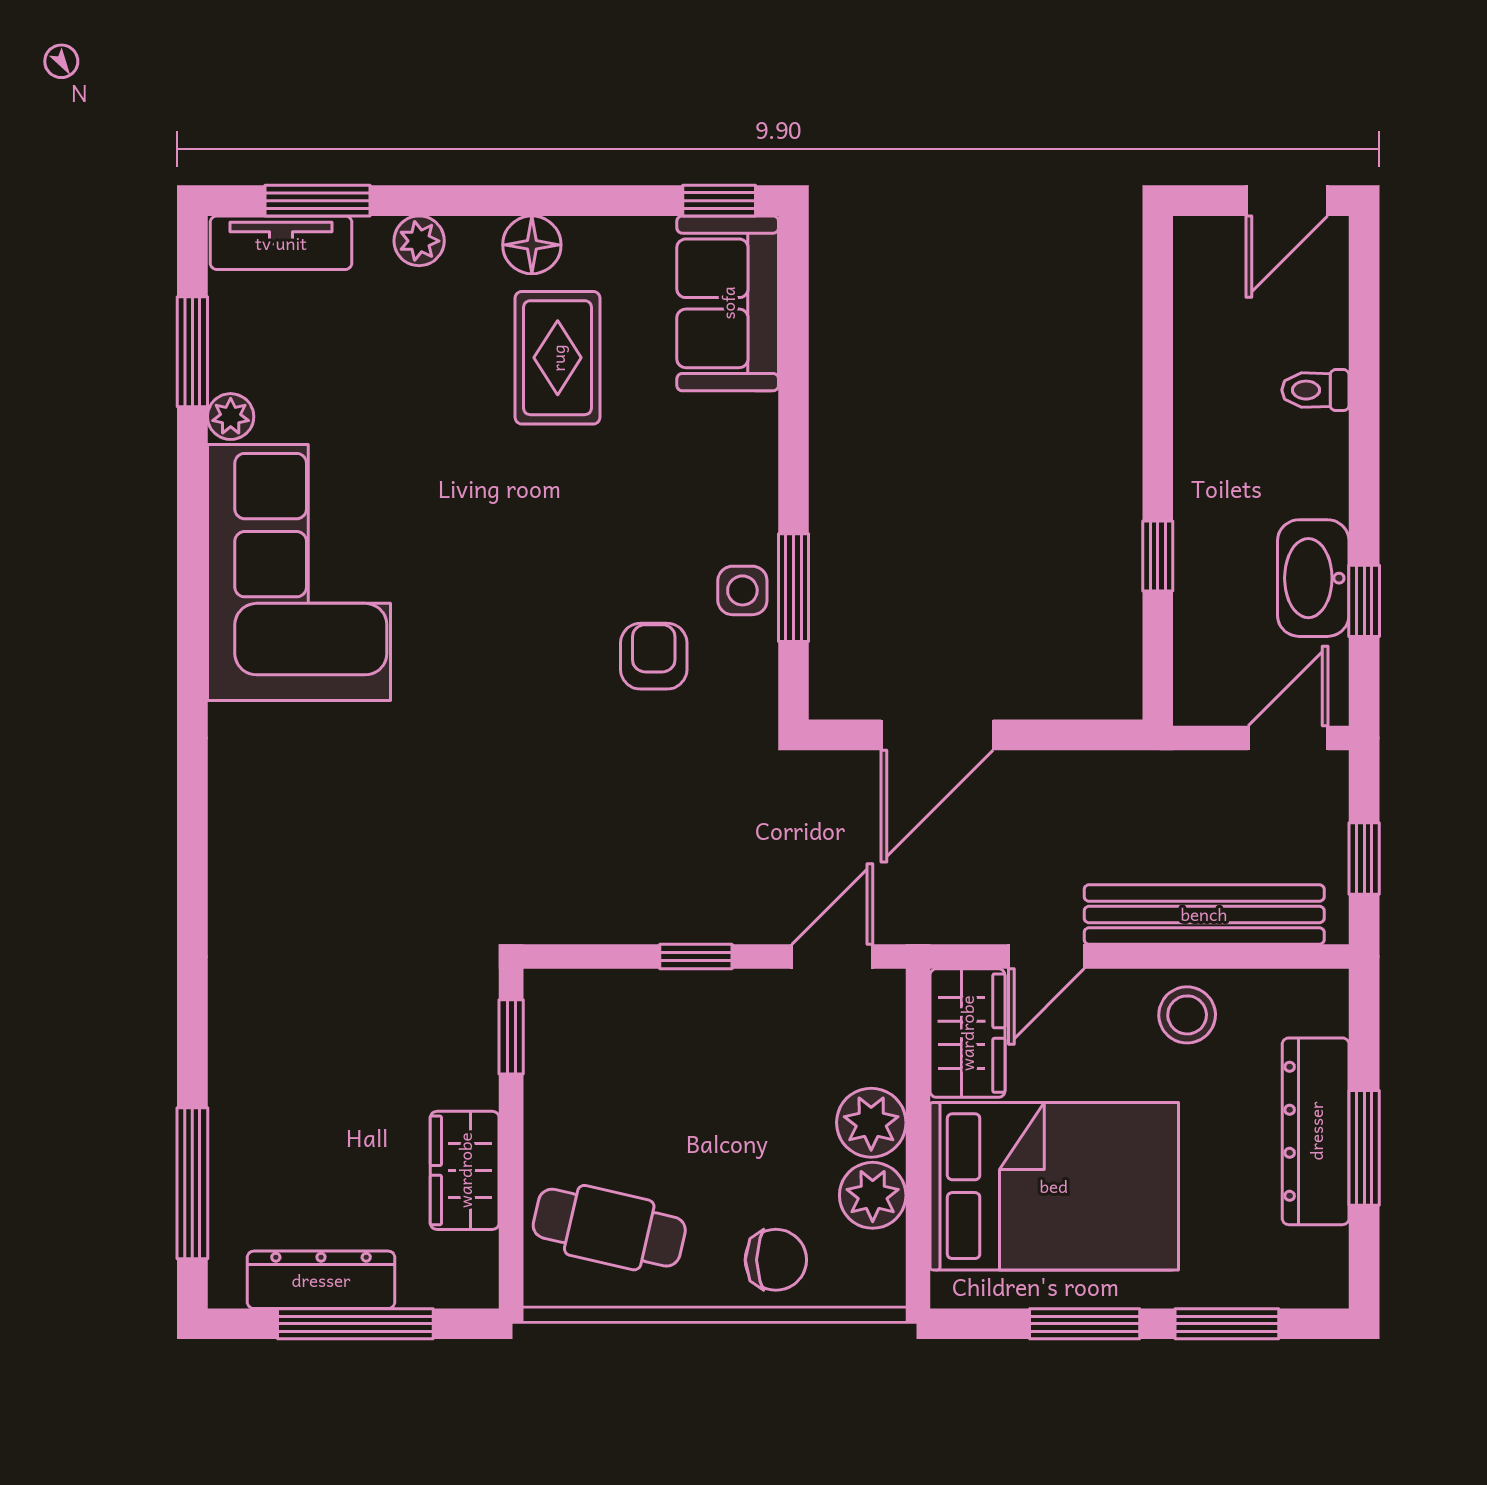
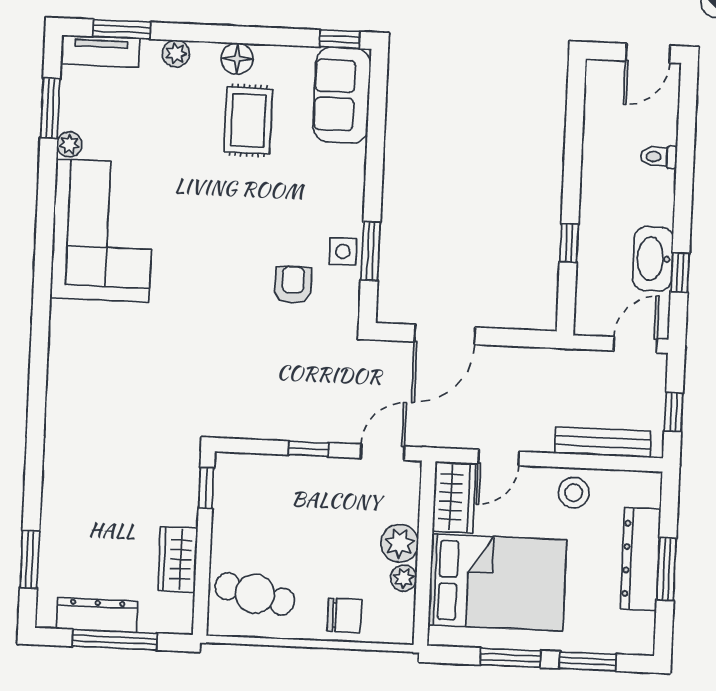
bench: (1204, 914) -> (603, 442), width x0.73, depth x0.82
window: (192, 1183) -> (30, 560), width x0.69
plant: (873, 1195) -> (404, 578), width x0.73, depth x0.73

